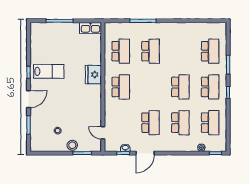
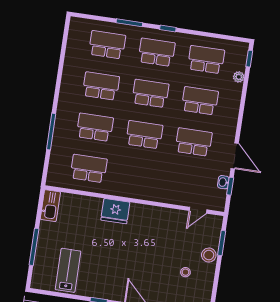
school desk: (180, 51) -> (101, 86), added
lab bench: (49, 71) -> (68, 270), moved
school desk: (121, 87) -> (144, 135), moved

